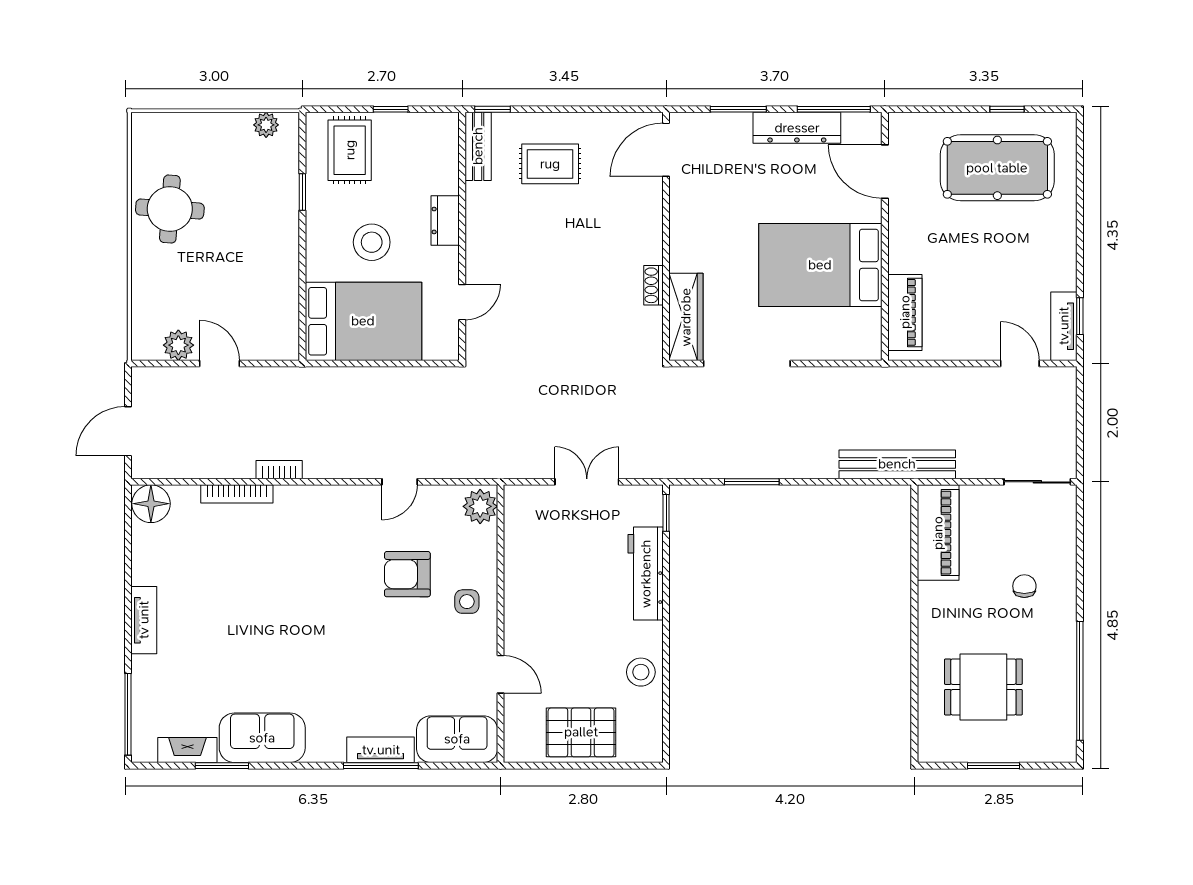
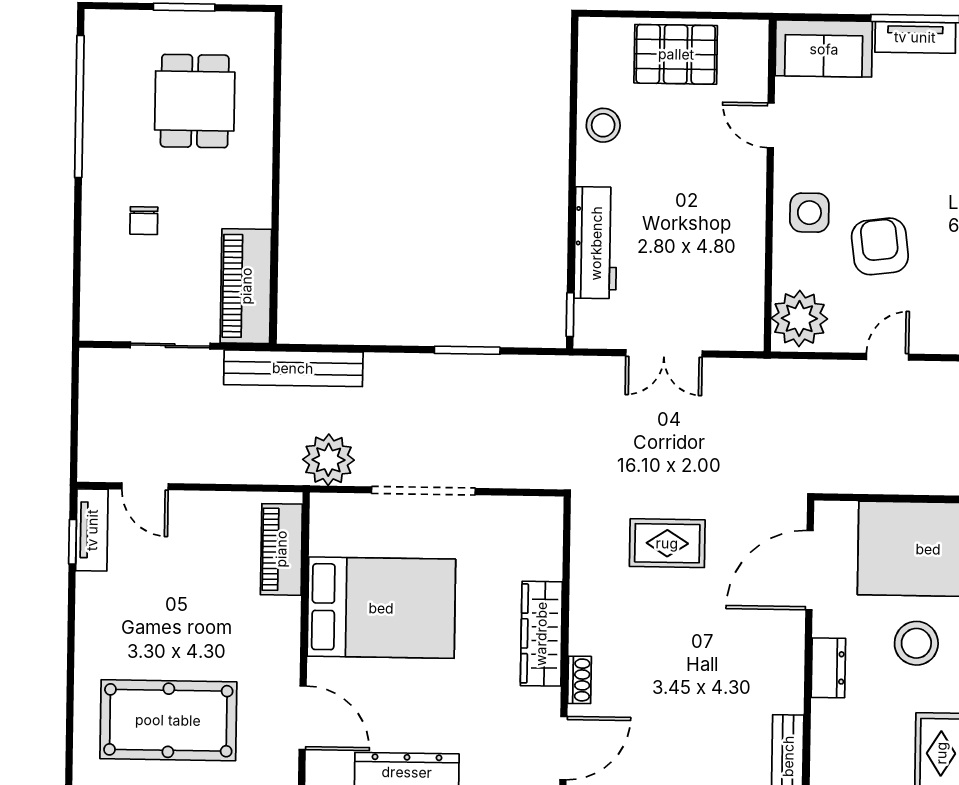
rug: (550, 164) -> (667, 543), moved
shoe rack: (653, 285) -> (579, 680), moved
door: (462, 302) -> (810, 570), width x1.87
wardrobe: (686, 317) -> (541, 634), moved
doorway: (747, 364) -> (423, 491), moved
plant: (867, 388) -> (328, 460), added
sliding door: (1037, 482) -> (170, 346), moved
plant: (480, 506) -> (799, 318), width x1.36, depth x1.36
armchair: (407, 574) -> (880, 246), turned -97
side table: (467, 602) -> (809, 213), width x1.37, depth x1.37
dining table: (983, 687) -> (195, 101), turned 90

